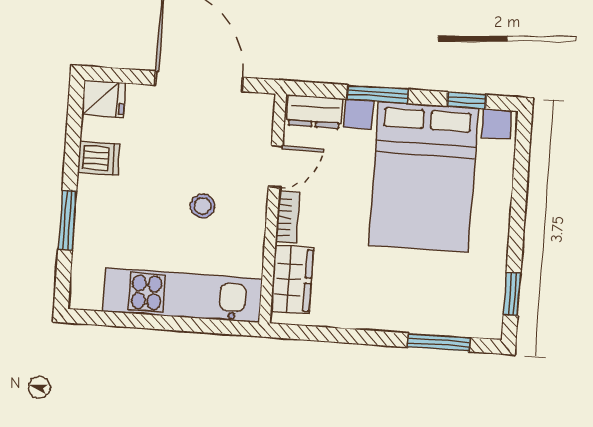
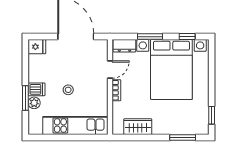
dishwasher: (99, 158) -> (37, 89), moved
stool: (203, 206) -> (68, 90), moved
plant: (87, 234) -> (34, 103), added
wardrobe: (292, 280) -> (138, 127), moved, turned -90

